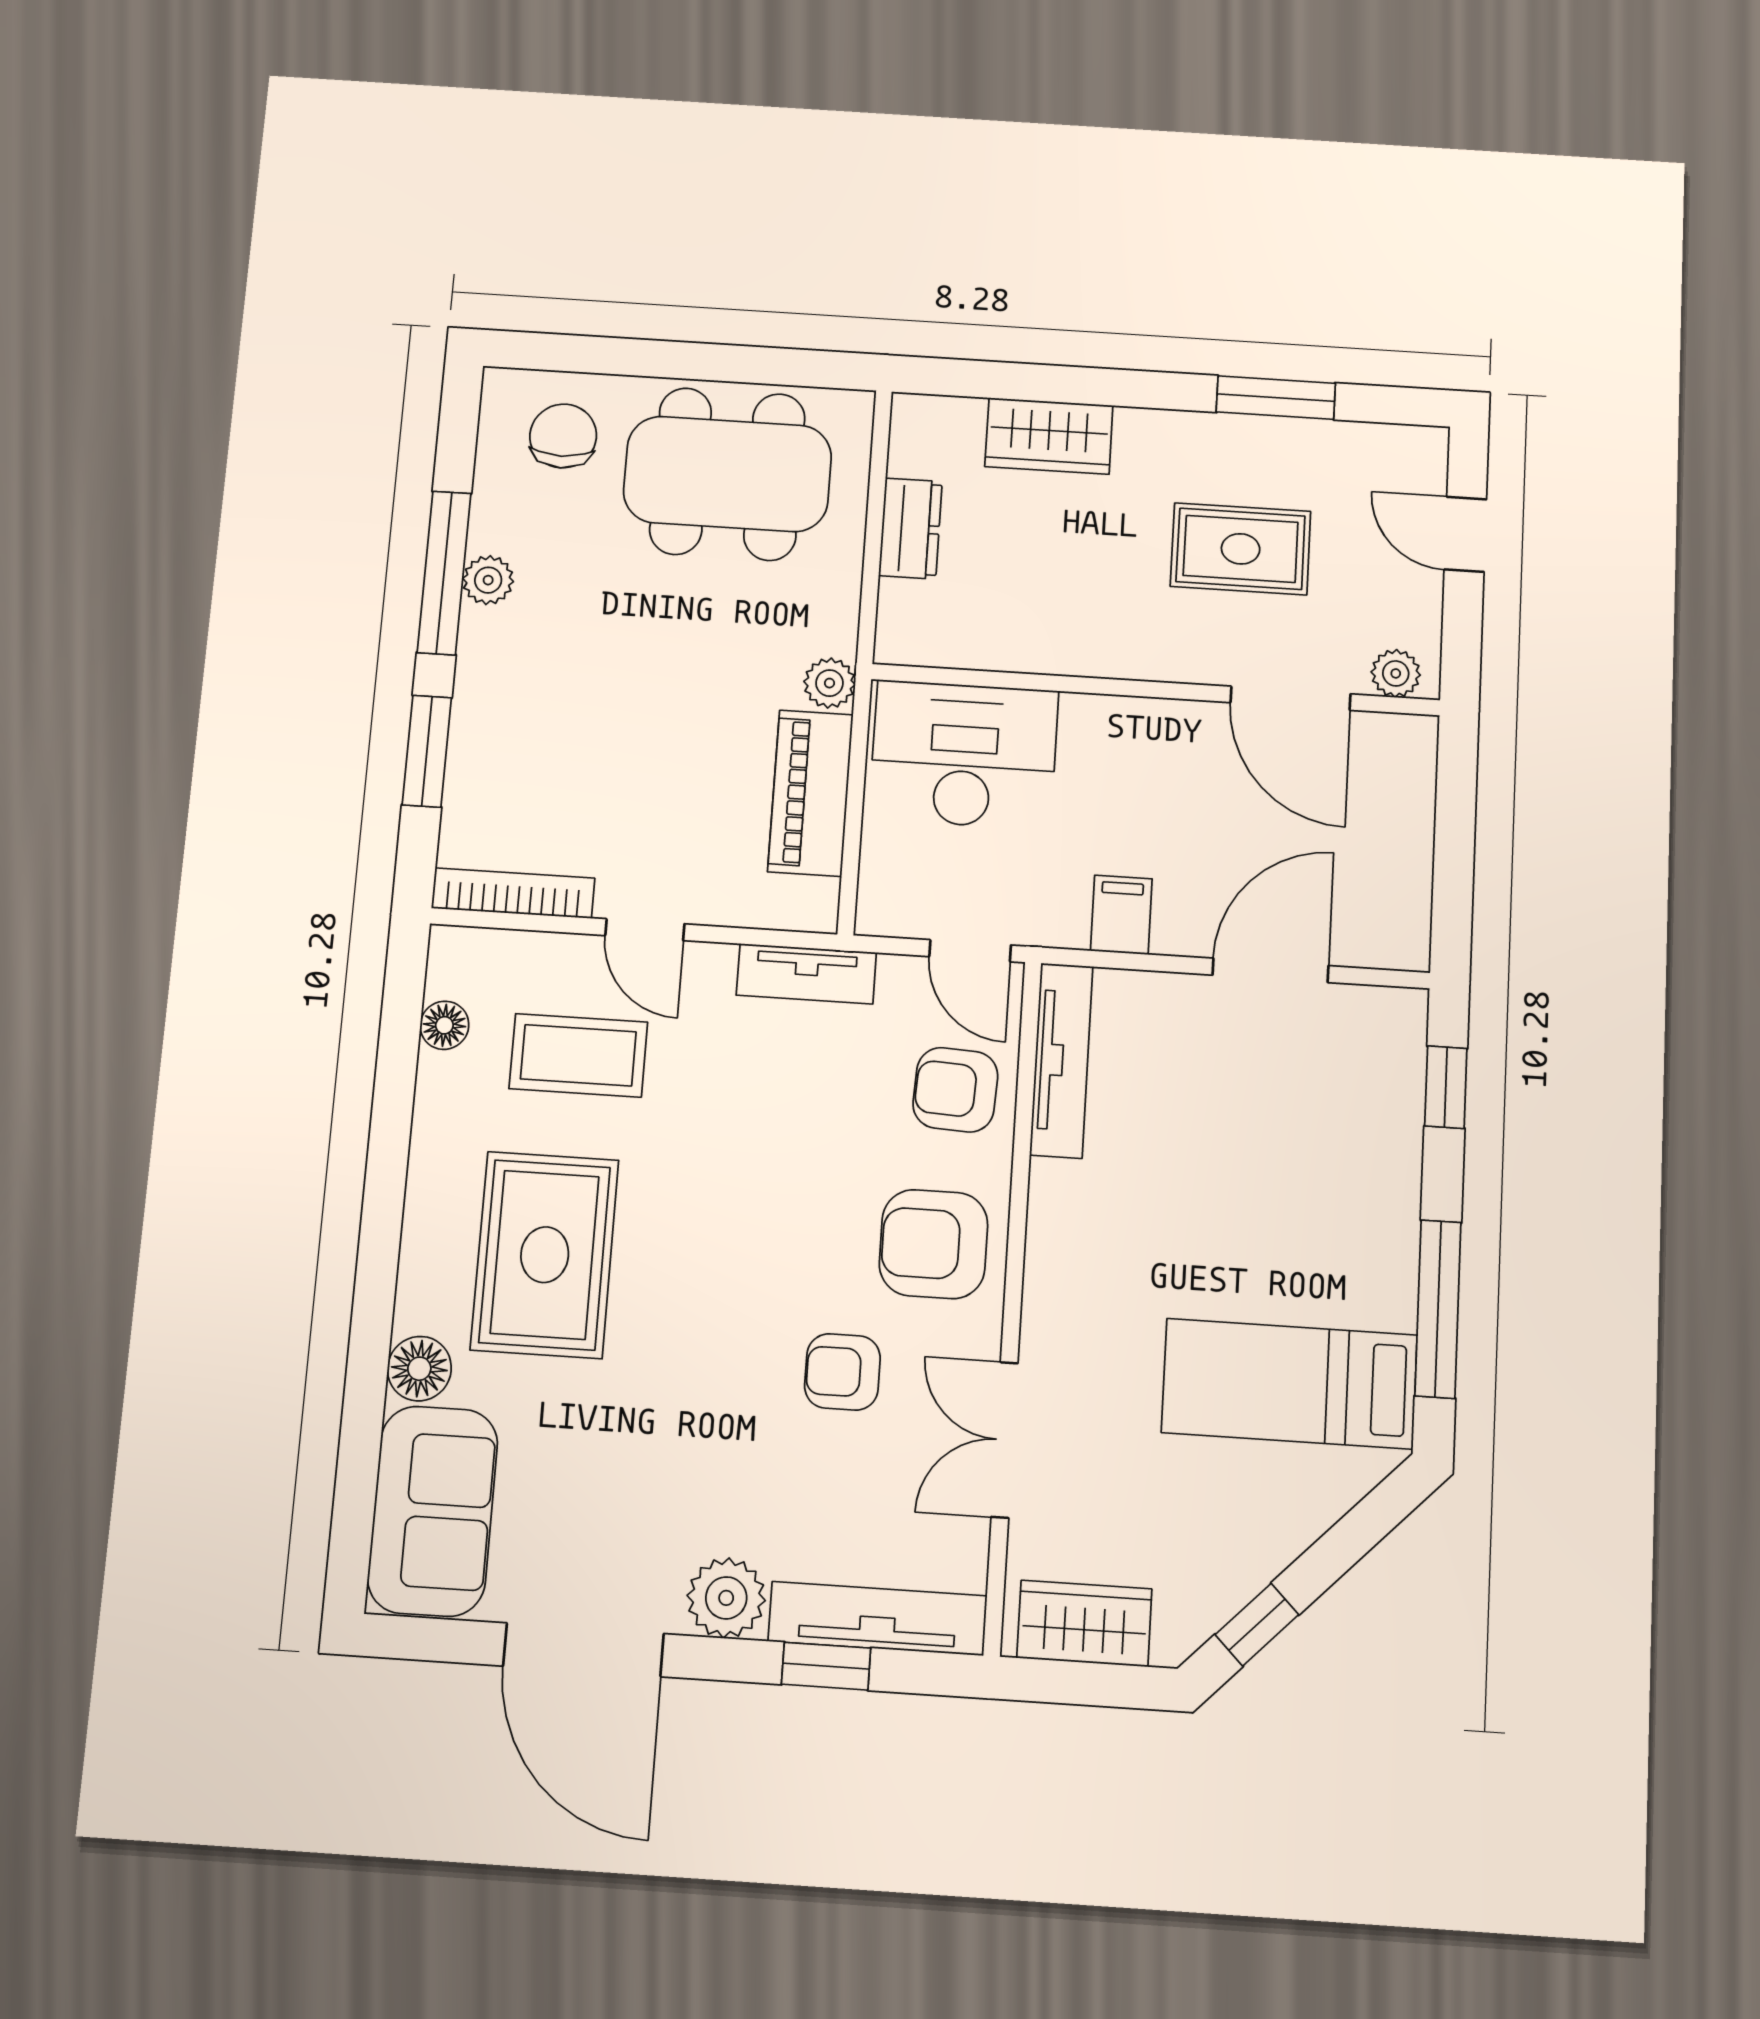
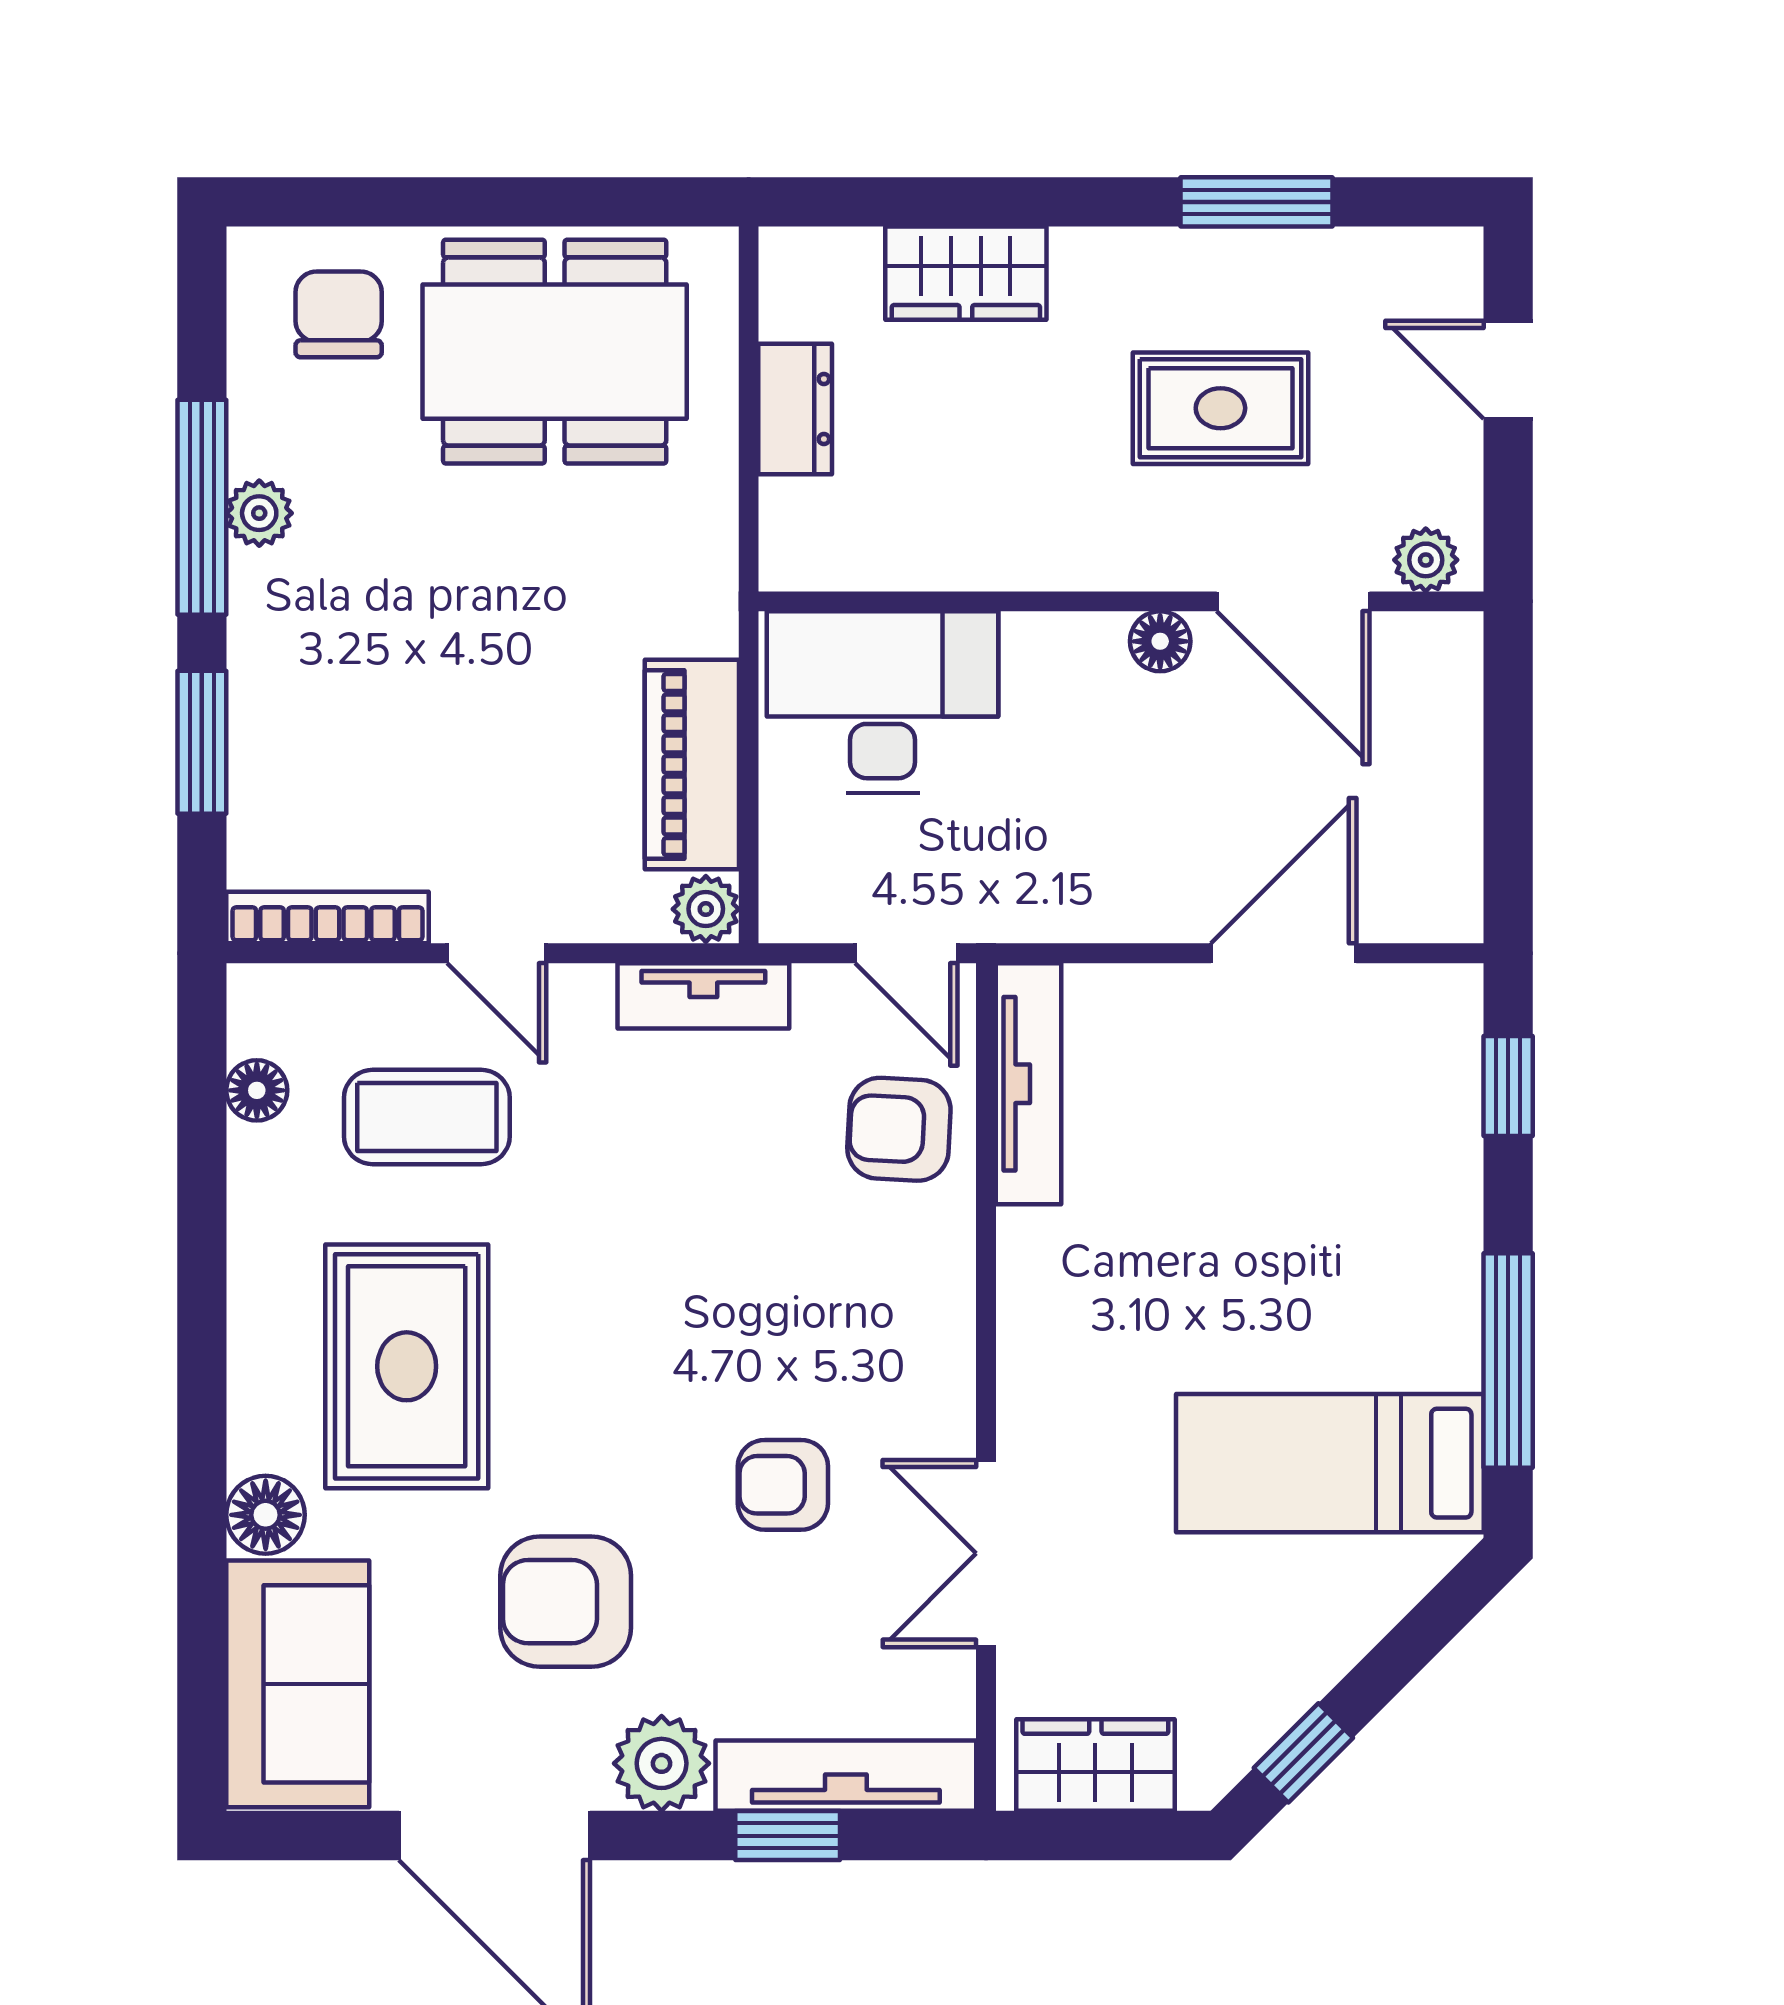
plant: (829, 683) -> (706, 909), moved
floor lamp: (1185, 722) -> (1160, 641), added
filing cabinet: (1121, 915) -> (1093, 895), removed
armchair: (933, 1244) -> (566, 1602), moved

